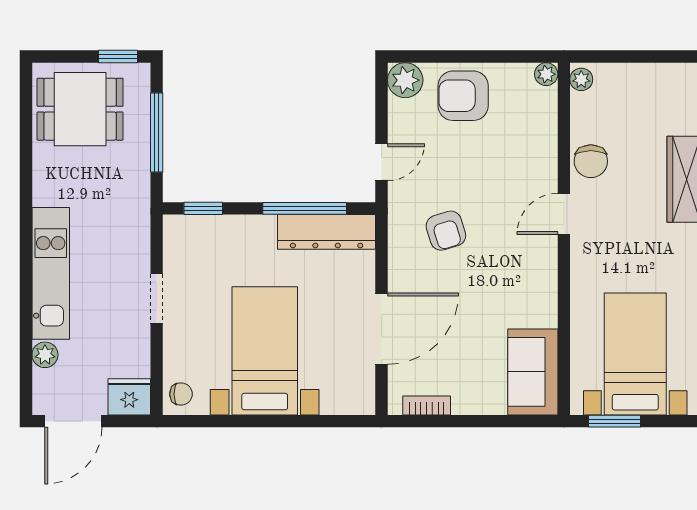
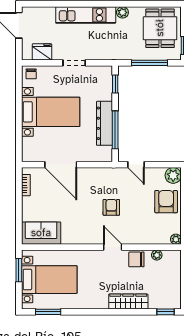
plant: (581, 79) -> (157, 255), moved
armchair: (446, 231) -> (111, 207), moved, turned 107
dresser: (327, 232) -> (104, 123), moved
plant: (45, 355) -> (122, 12), moved
fridge: (129, 397) -> (42, 52), moved, turned -90

